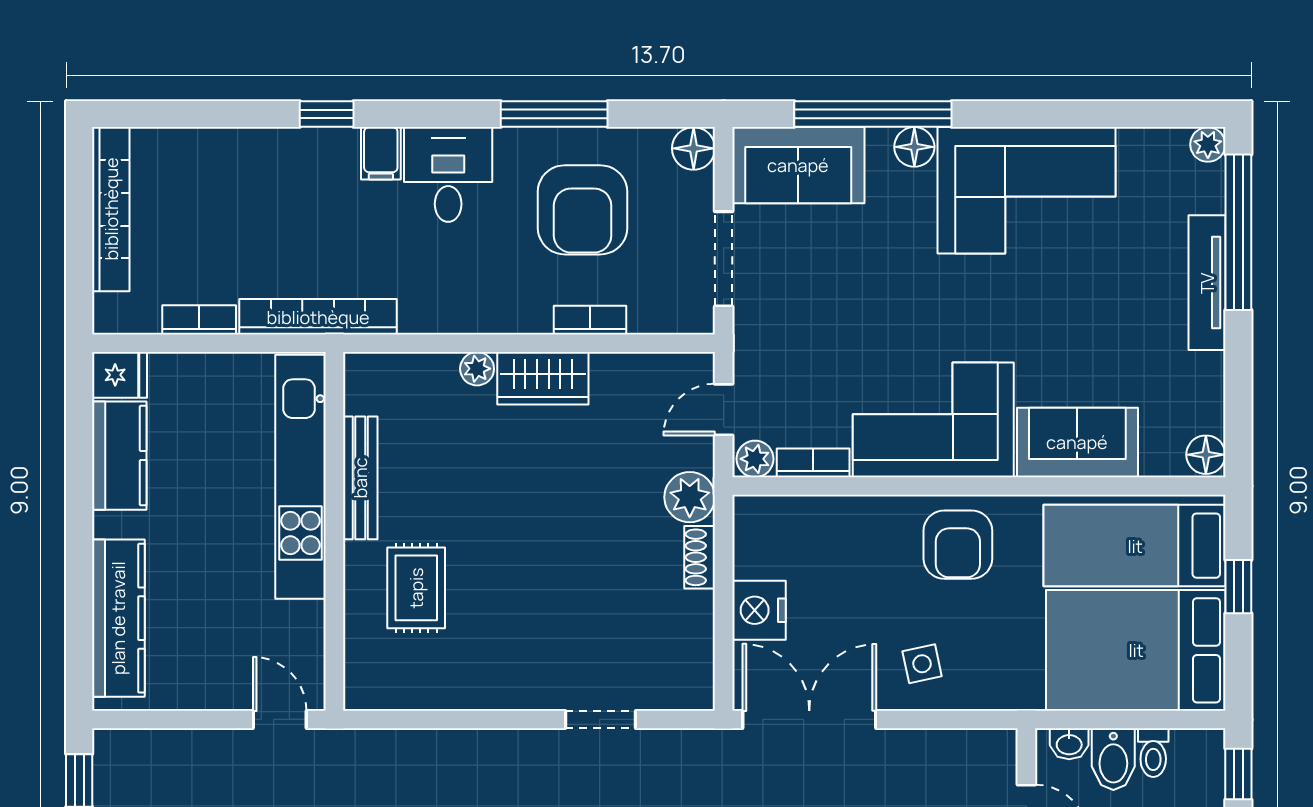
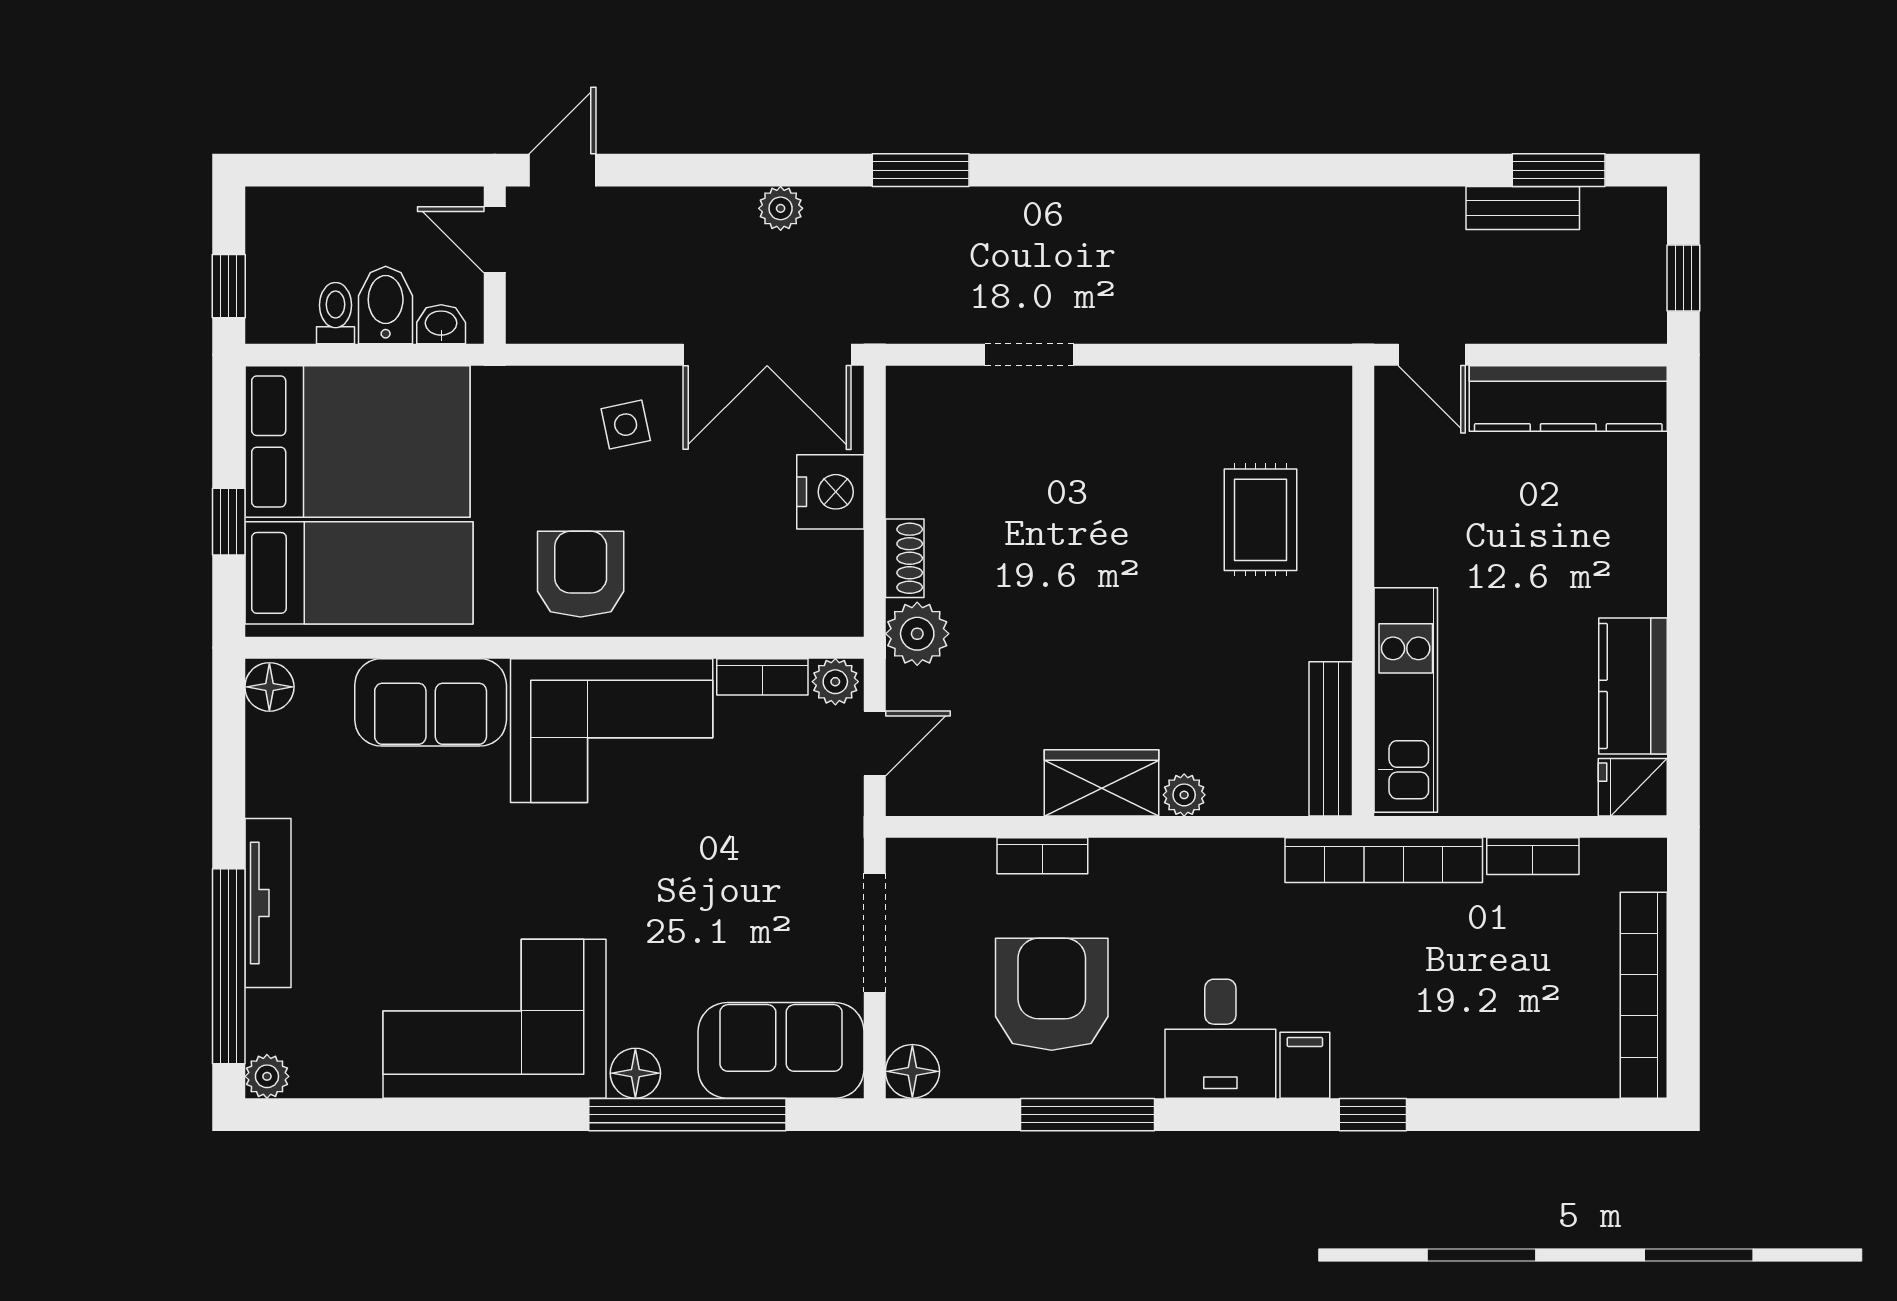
kitchen unit: (301, 477) -> (1406, 700), width x0.73
bench: (360, 478) -> (1331, 739), moved
kitchen counter: (118, 618) -> (1568, 398), moved, turned -90

